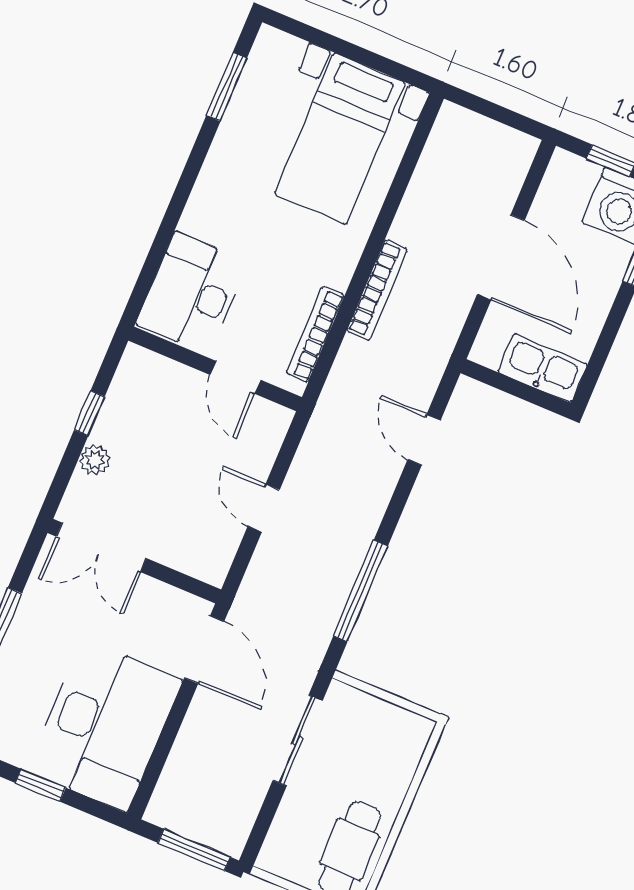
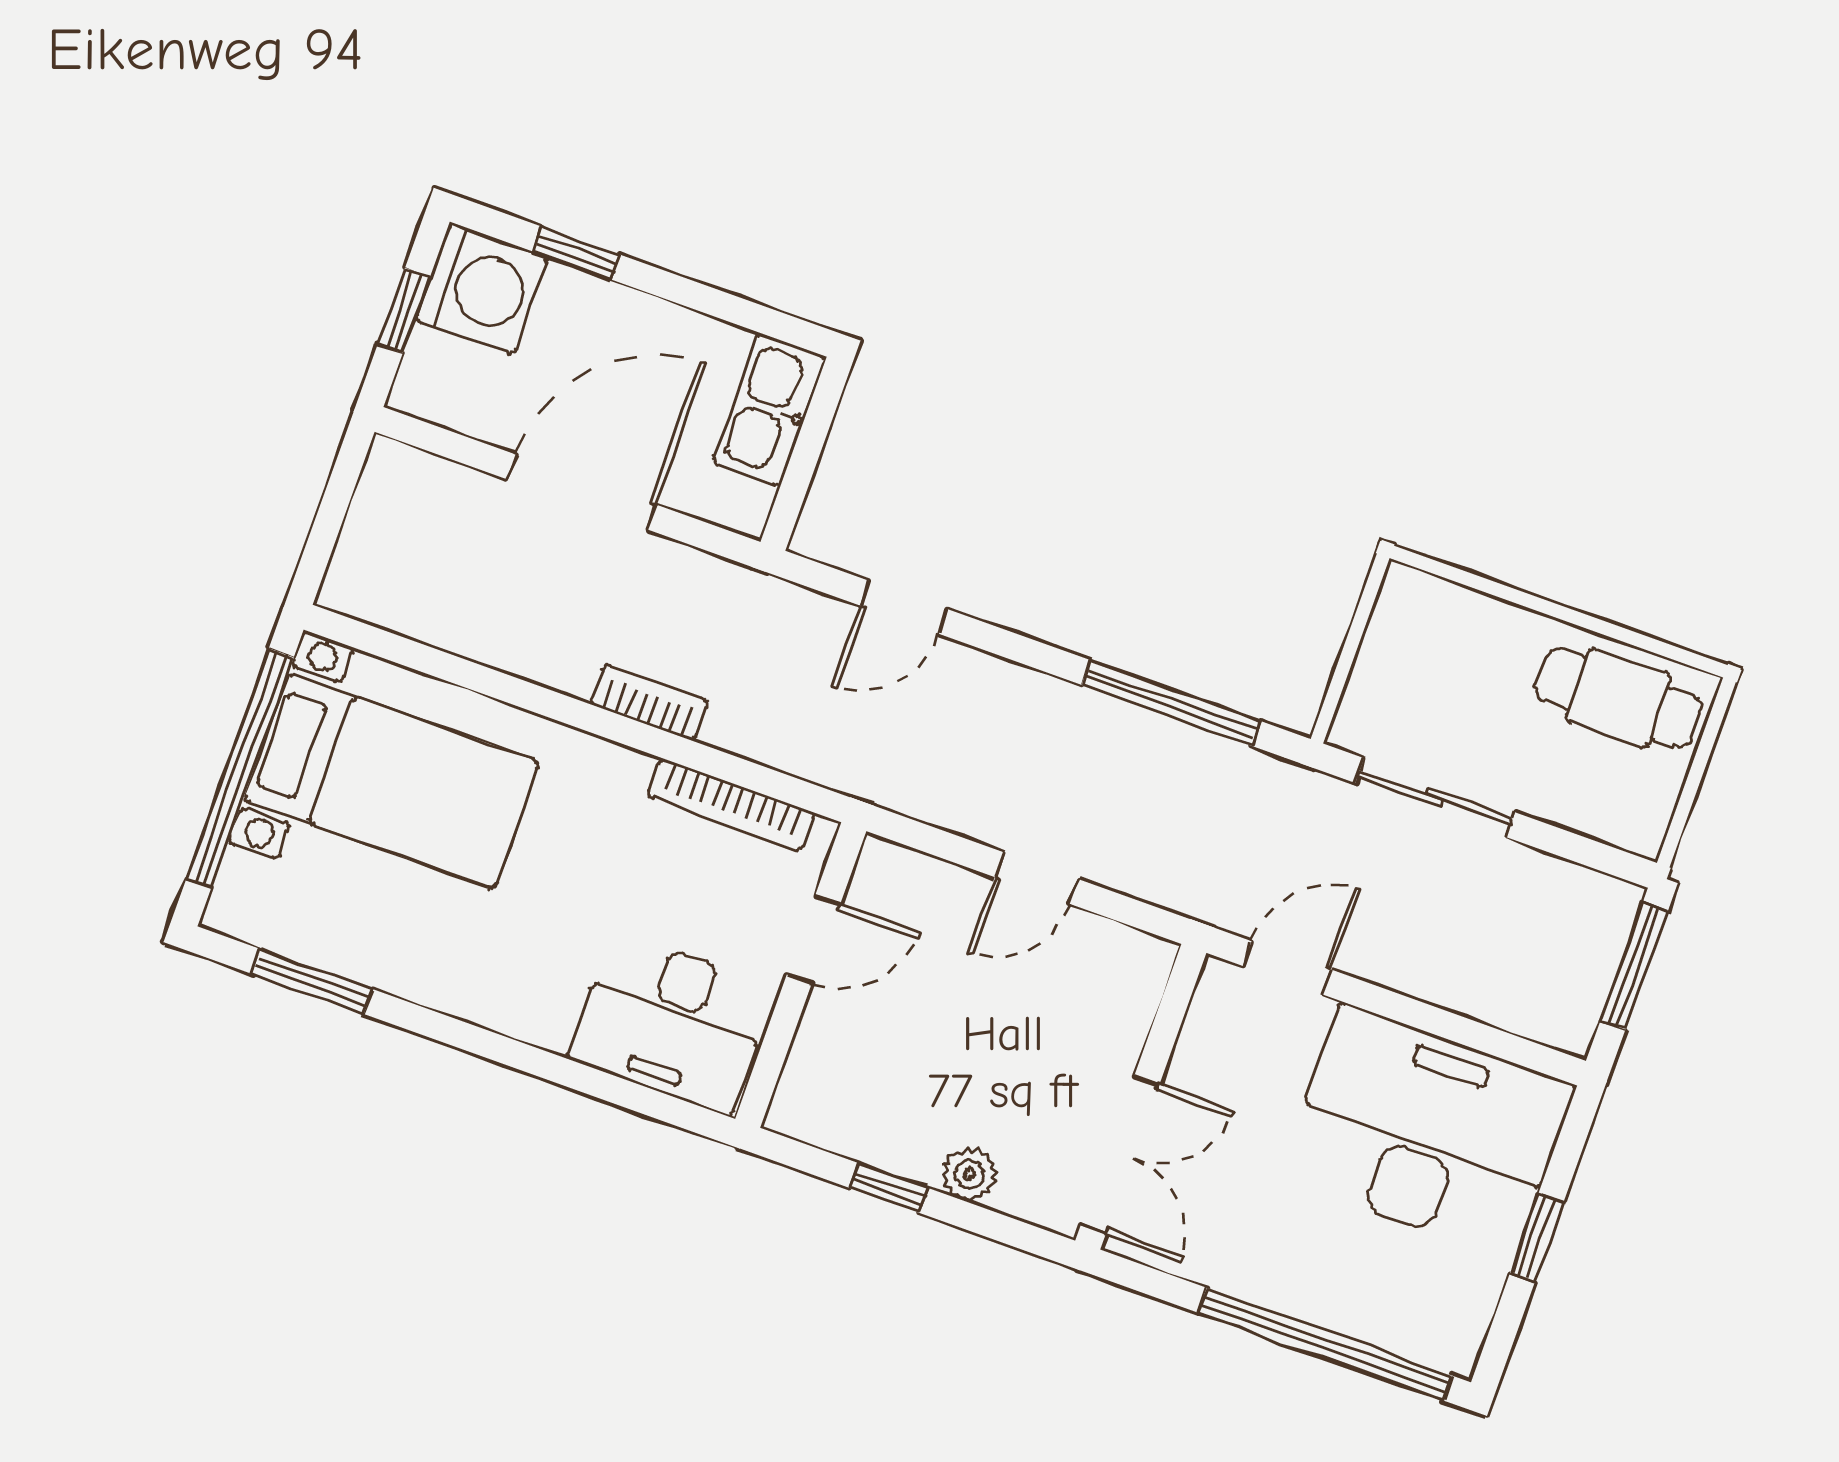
window: (352, 52) -> (240, 768), added
bookcase: (377, 290) -> (649, 702), width x0.64
door: (204, 650) -> (1287, 968), width x0.73

